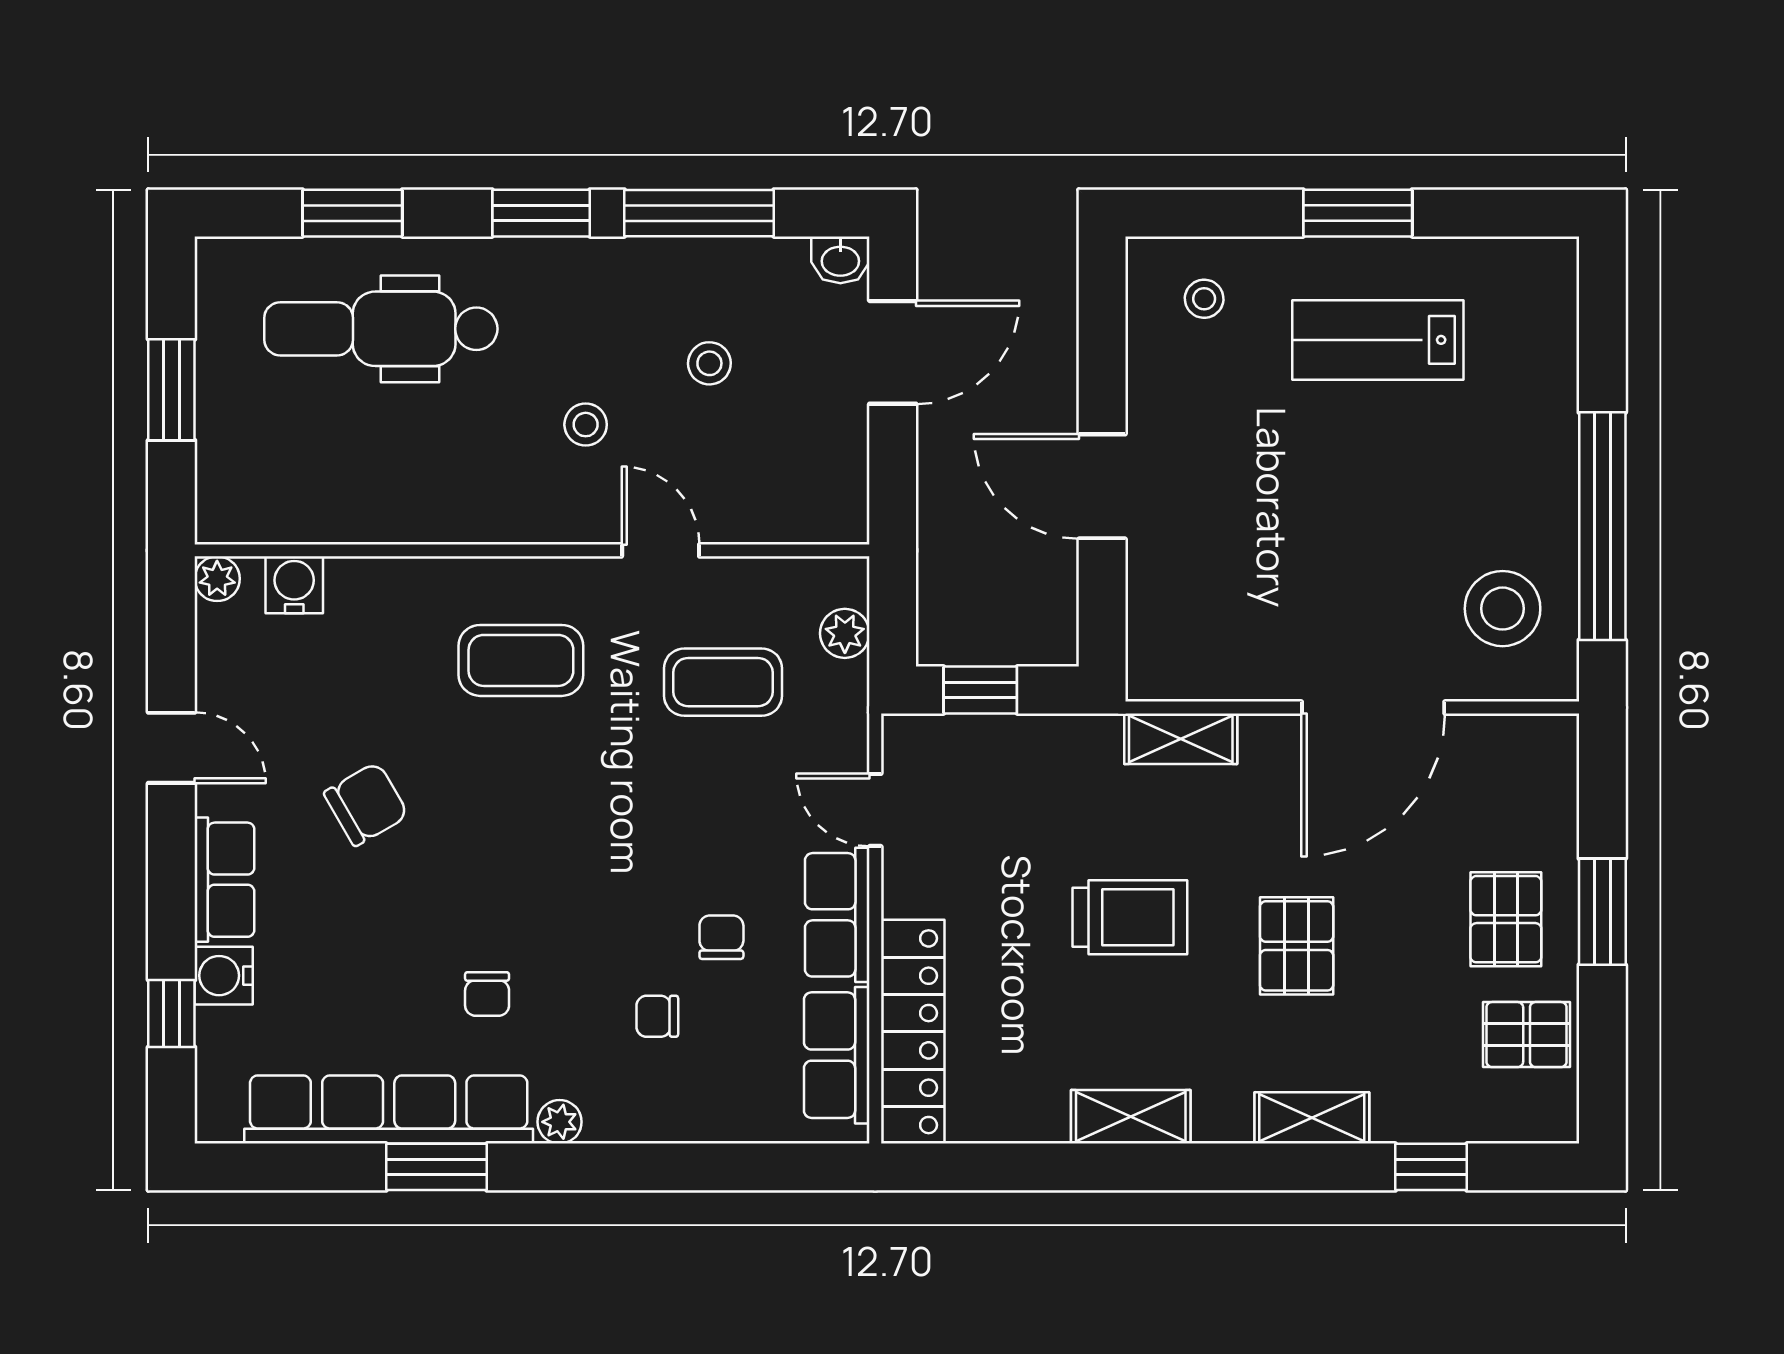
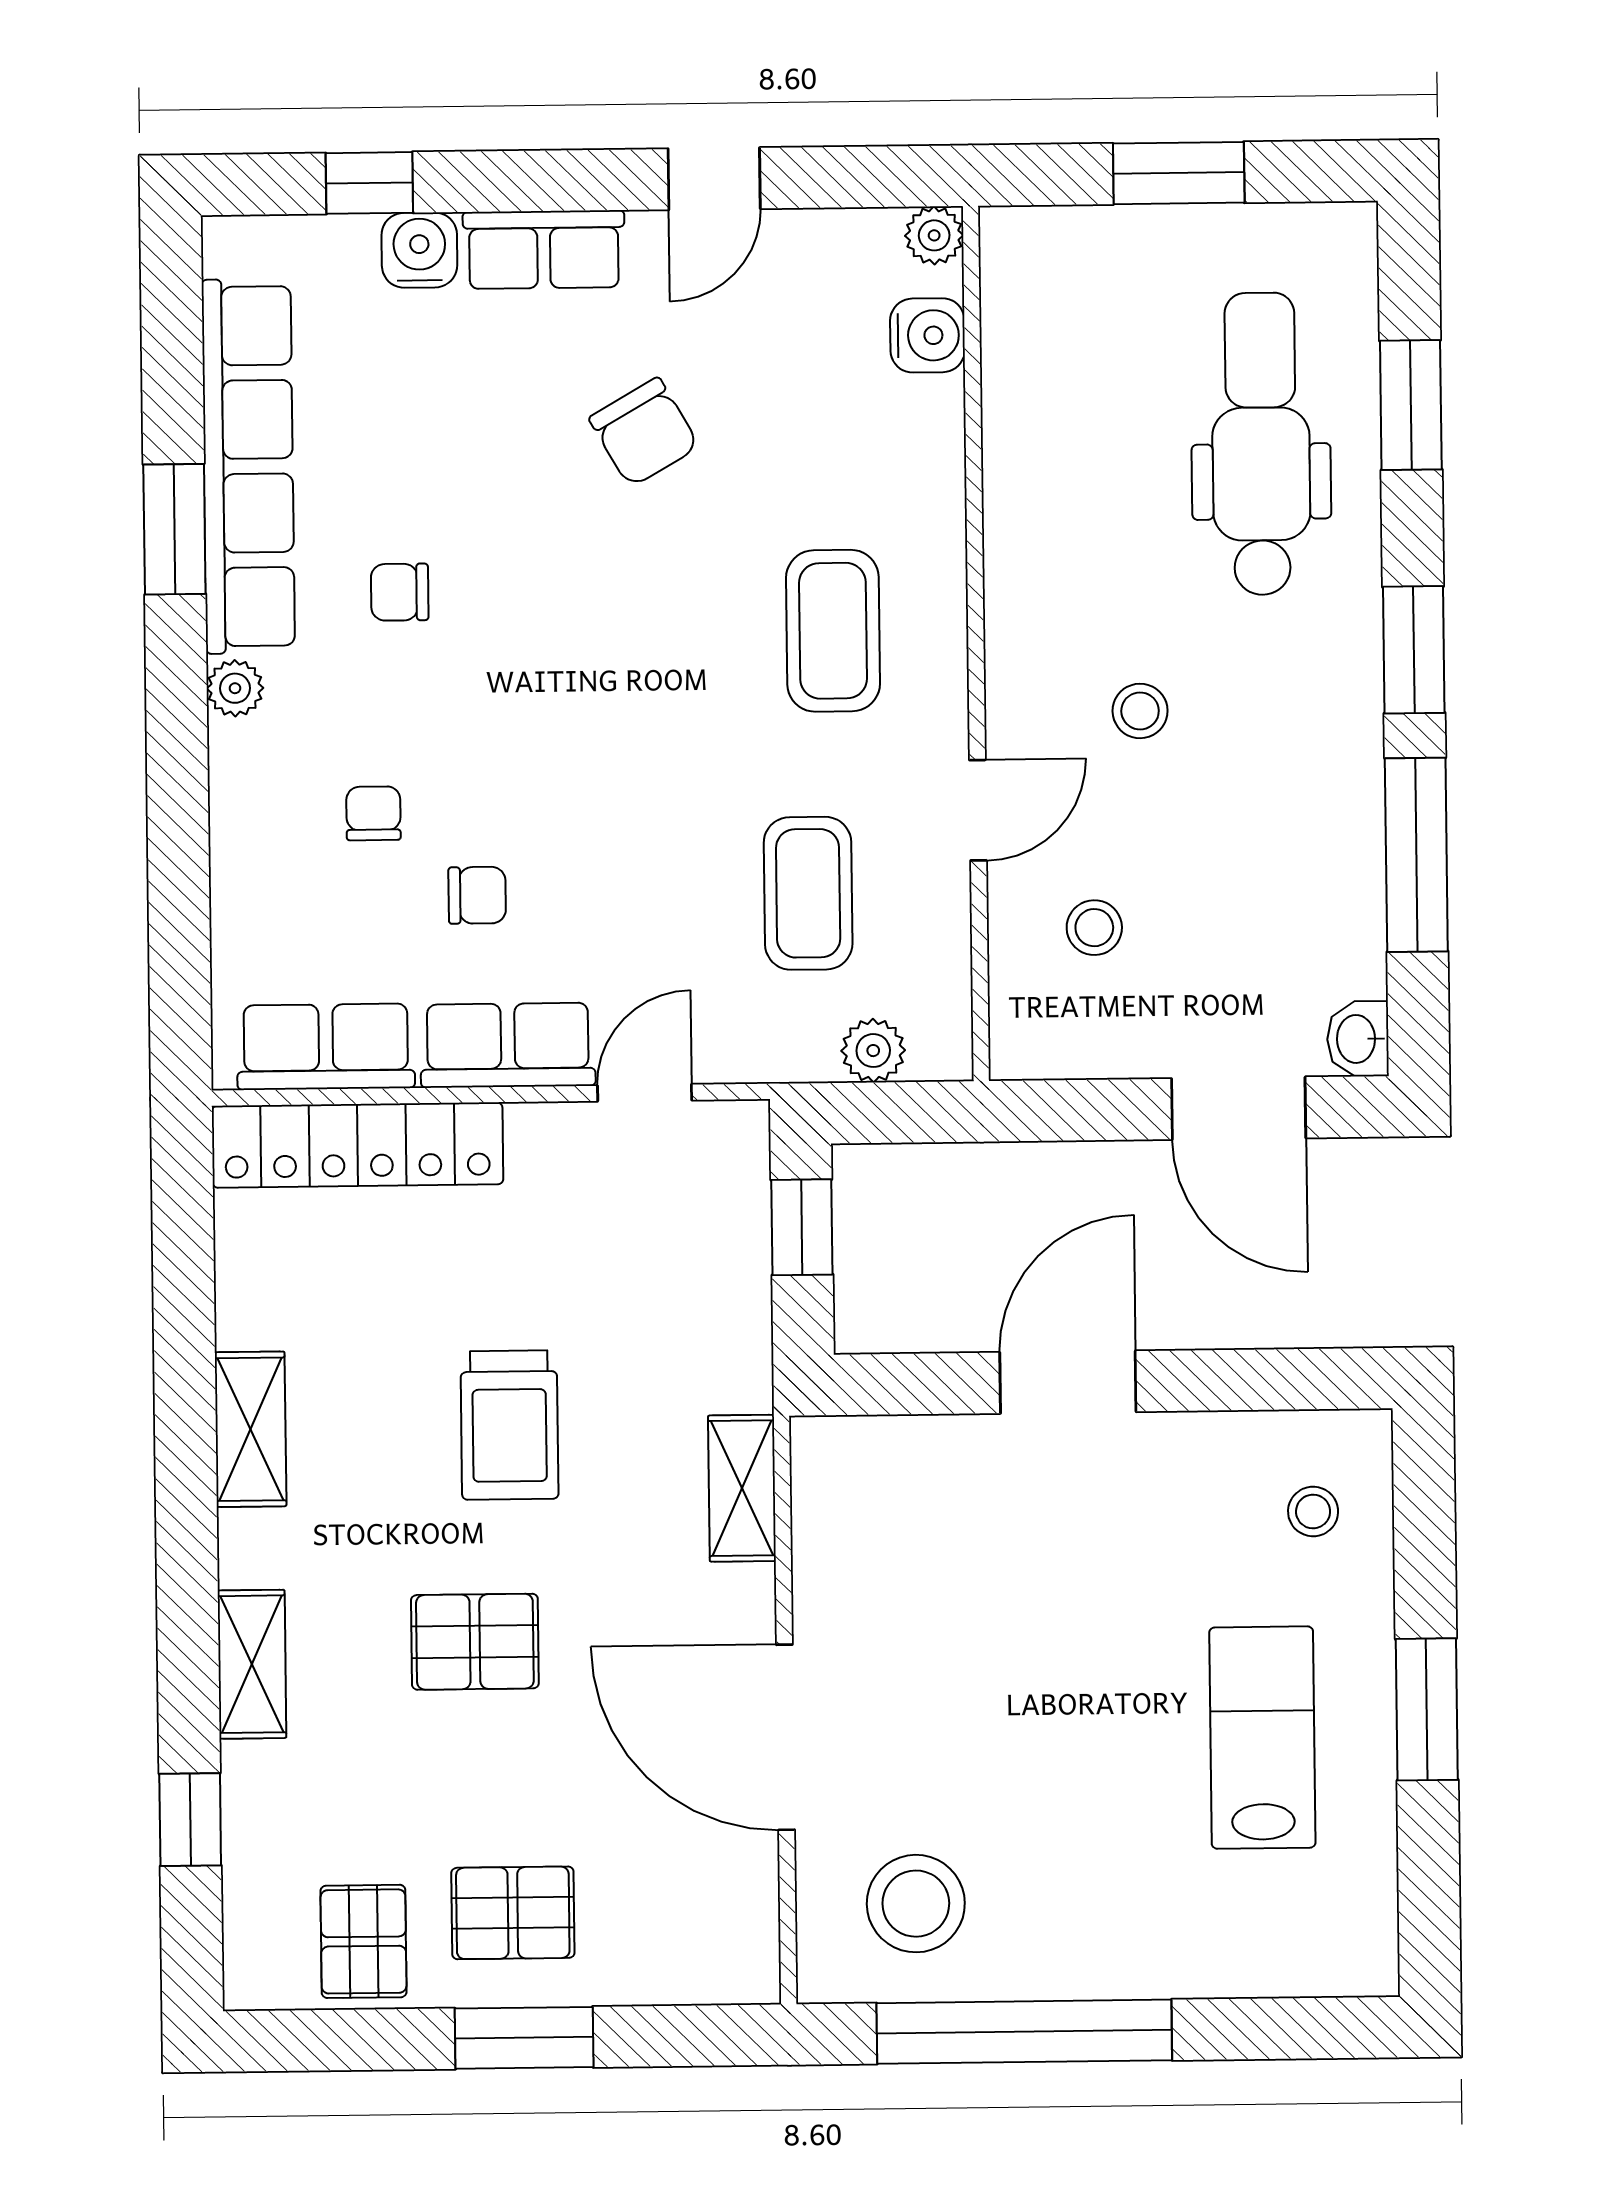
stool: (709, 363) -> (1094, 928), moved

